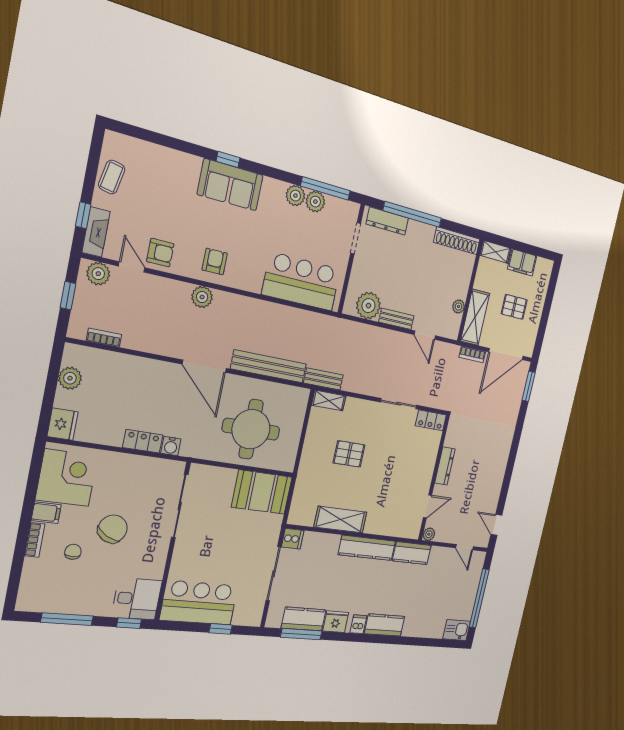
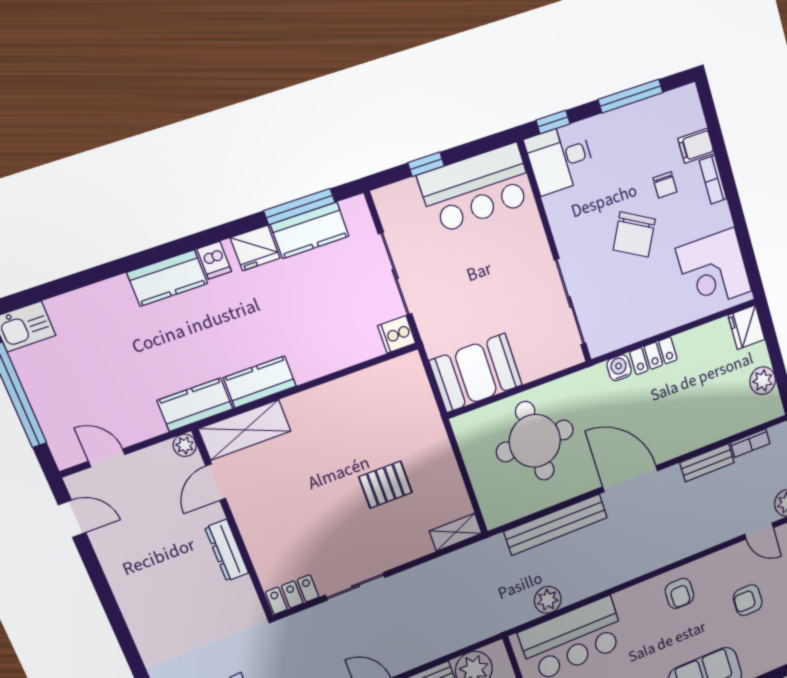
armchair: (160, 253) -> (748, 600), moved
plant: (202, 297) -> (548, 600), moved
bench: (323, 379) -> (707, 463), moved
filing cabinet: (46, 513) -> (696, 146), moved
shelving: (340, 520) -> (245, 430), moved
kitchen counter: (367, 548) -> (260, 382), width x0.67

